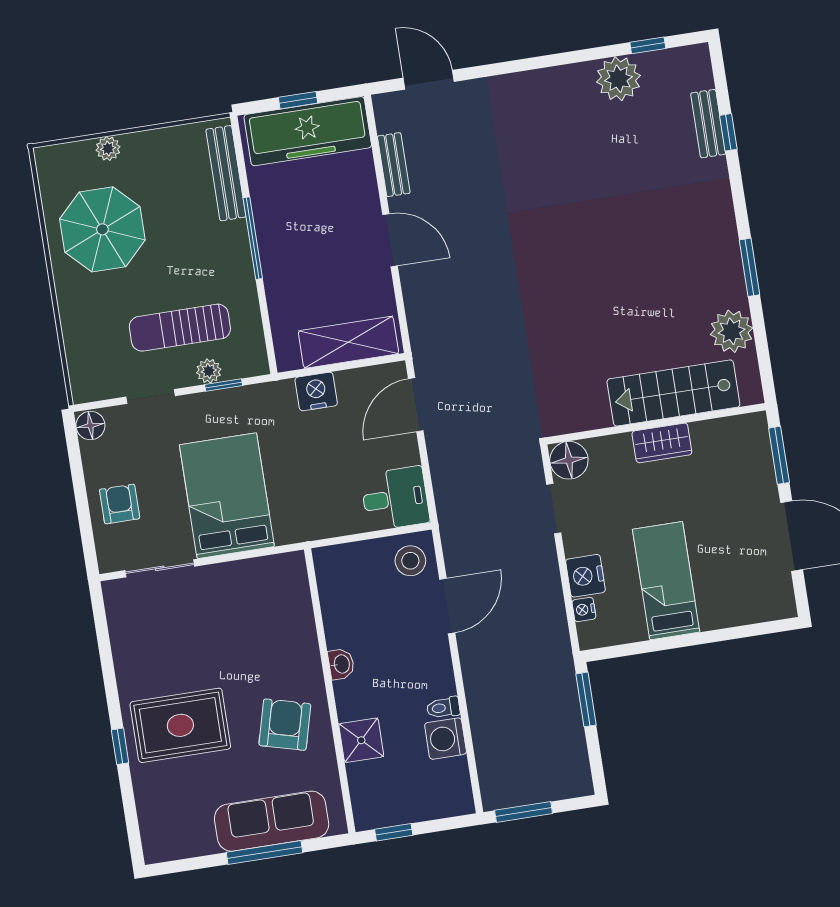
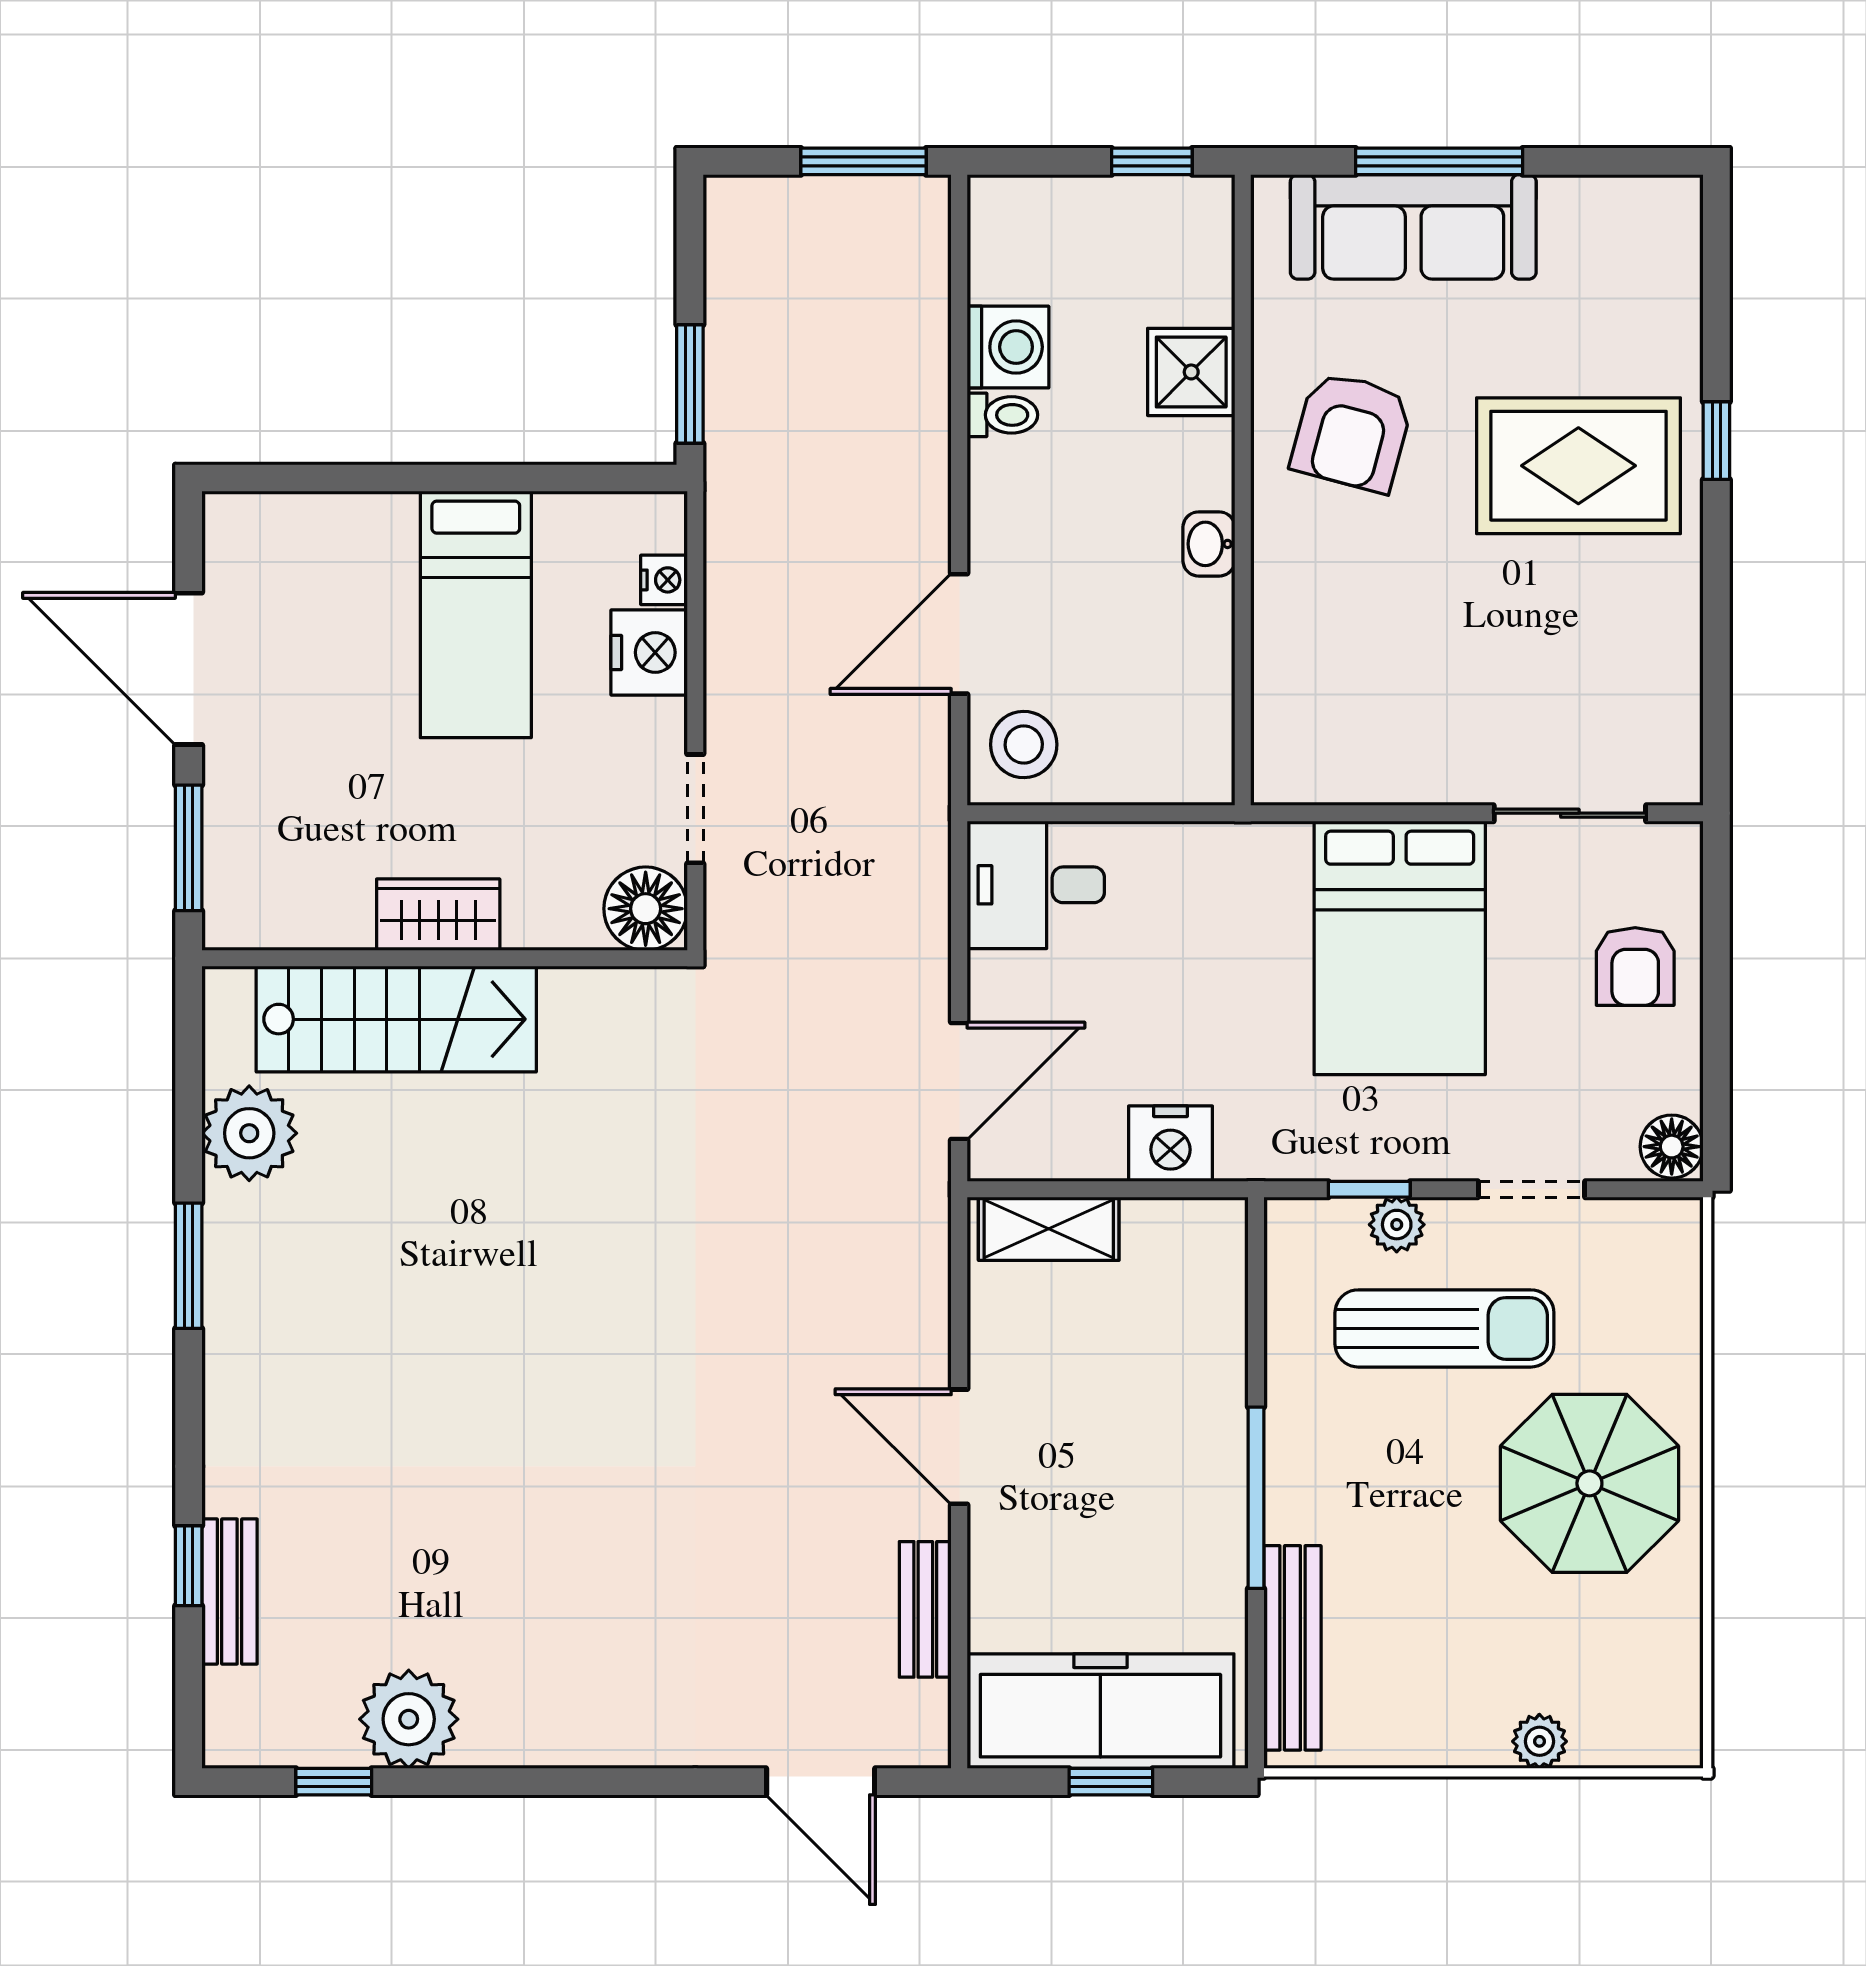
parasol: (102, 229) -> (1589, 1483), moved
shelving: (348, 342) -> (1049, 1229), width x0.67, depth x0.75

